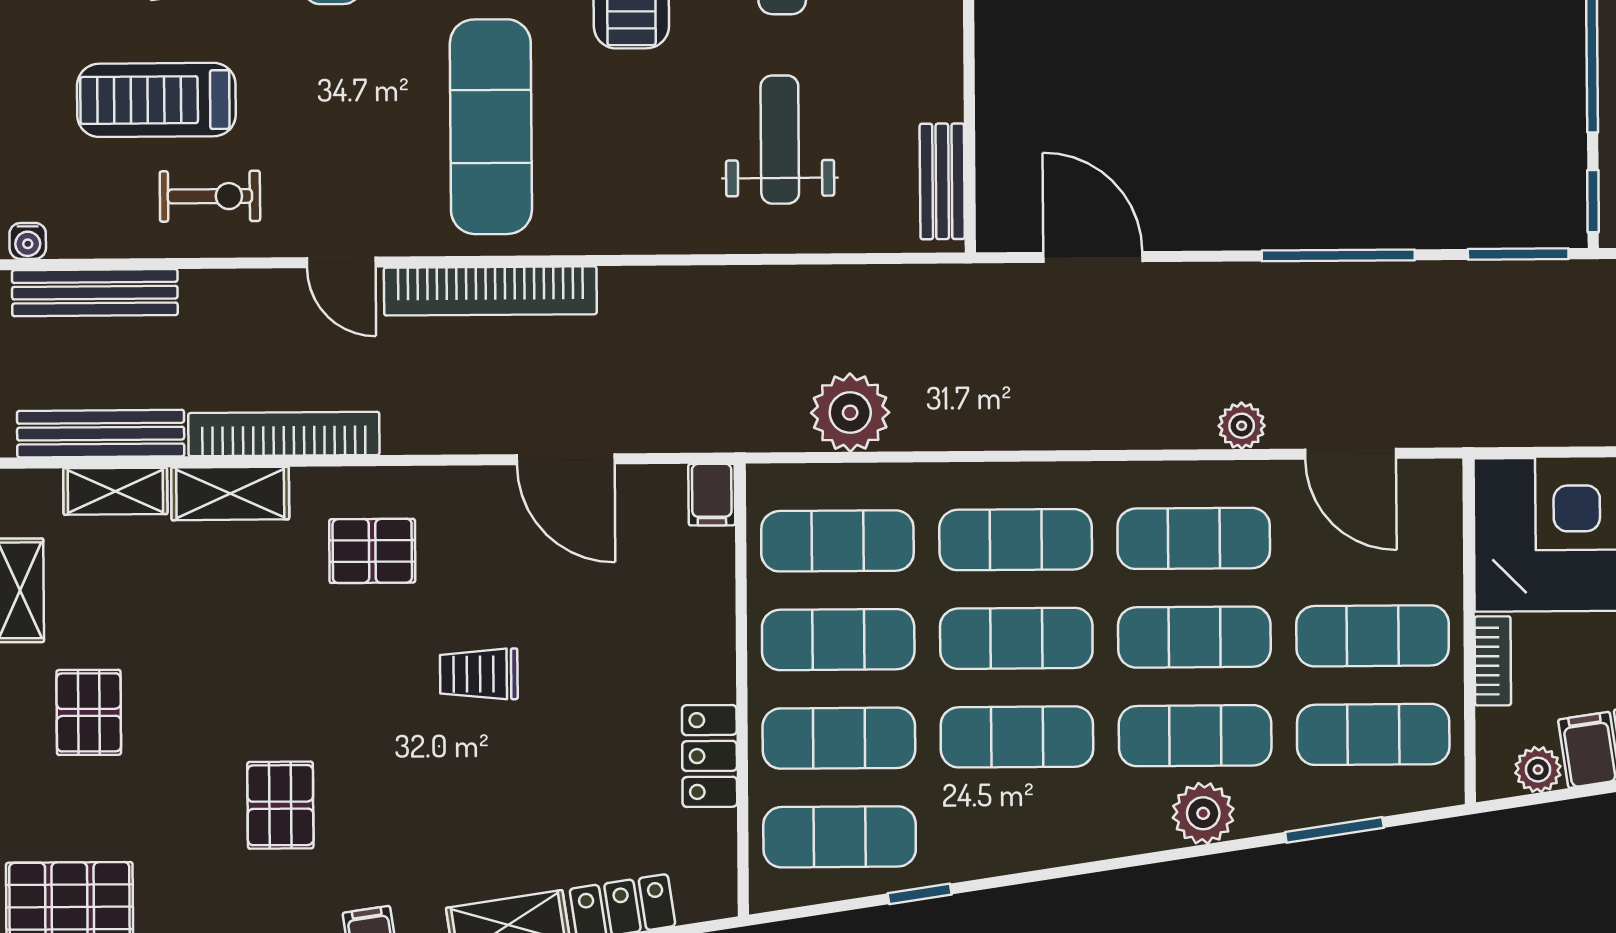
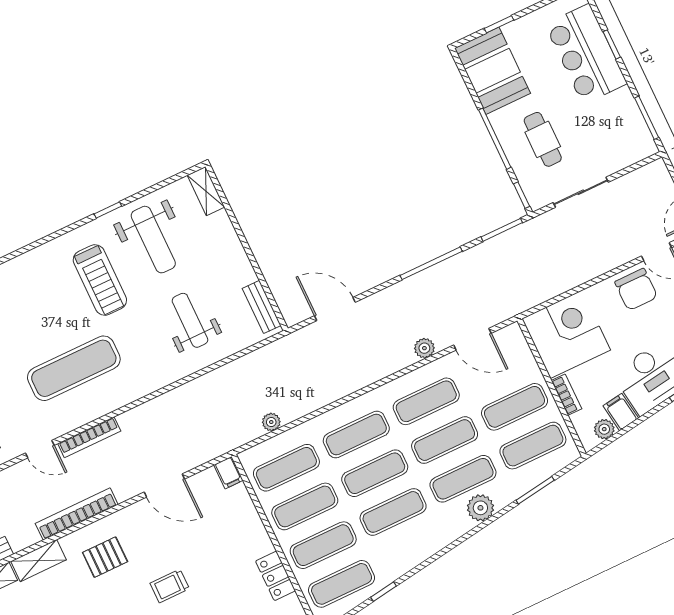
exercise mat: (491, 127) -> (74, 368), turned 90
bookcase: (490, 291) -> (89, 437), width x0.68, depth x0.76
plant: (850, 413) -> (271, 422), width x0.53, depth x0.53
bookcase: (284, 434) -> (77, 514), moved

